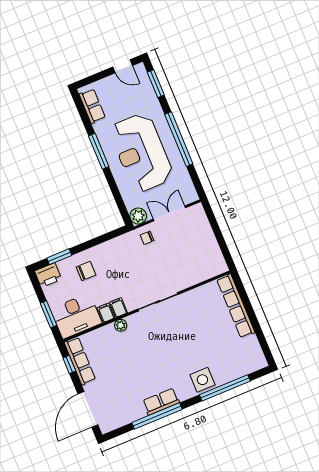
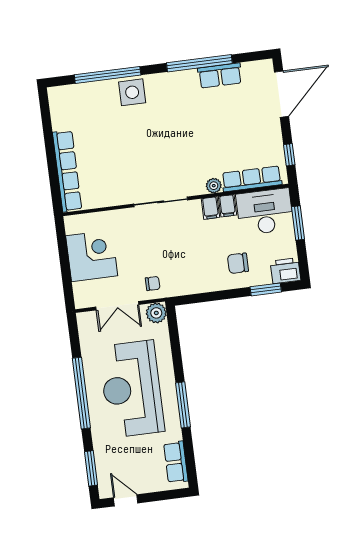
reception desk: (141, 153) -> (132, 389), turned 180
corner desk: (199, 246) -> (92, 256), added
row of seats: (80, 361) -> (252, 179), moved, turned 90
row of seats: (161, 402) -> (220, 75), moved

